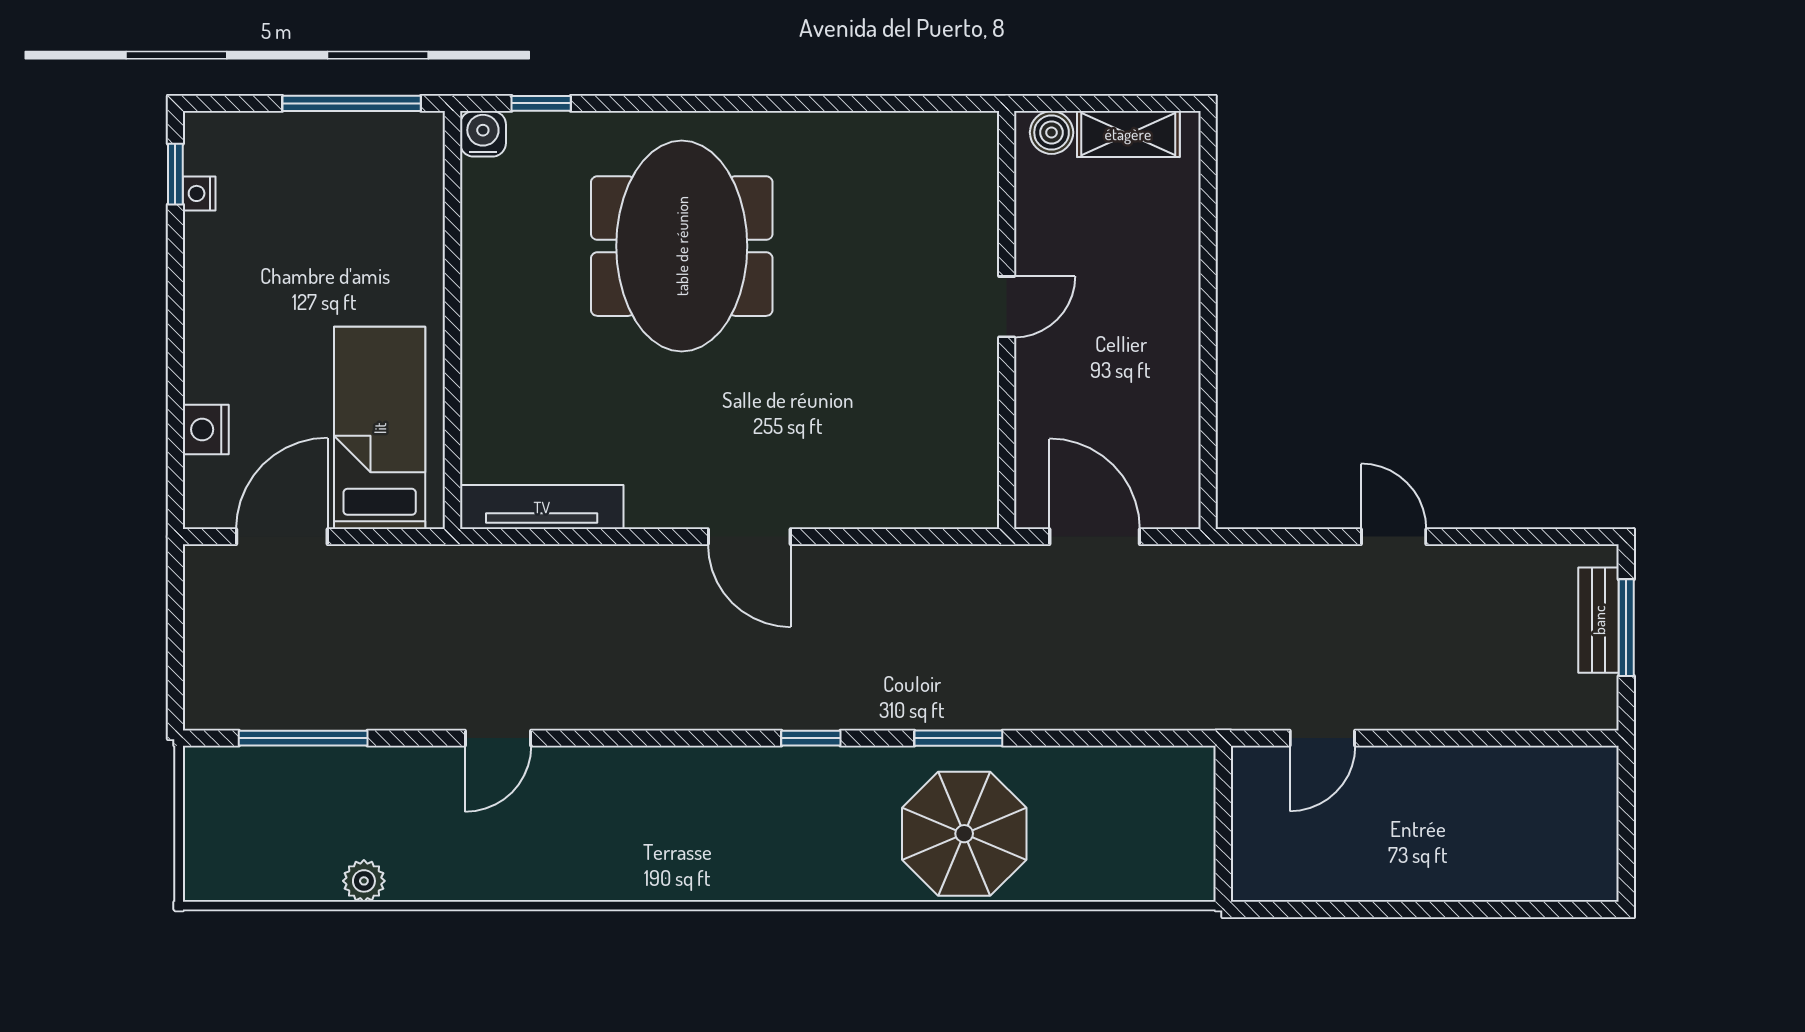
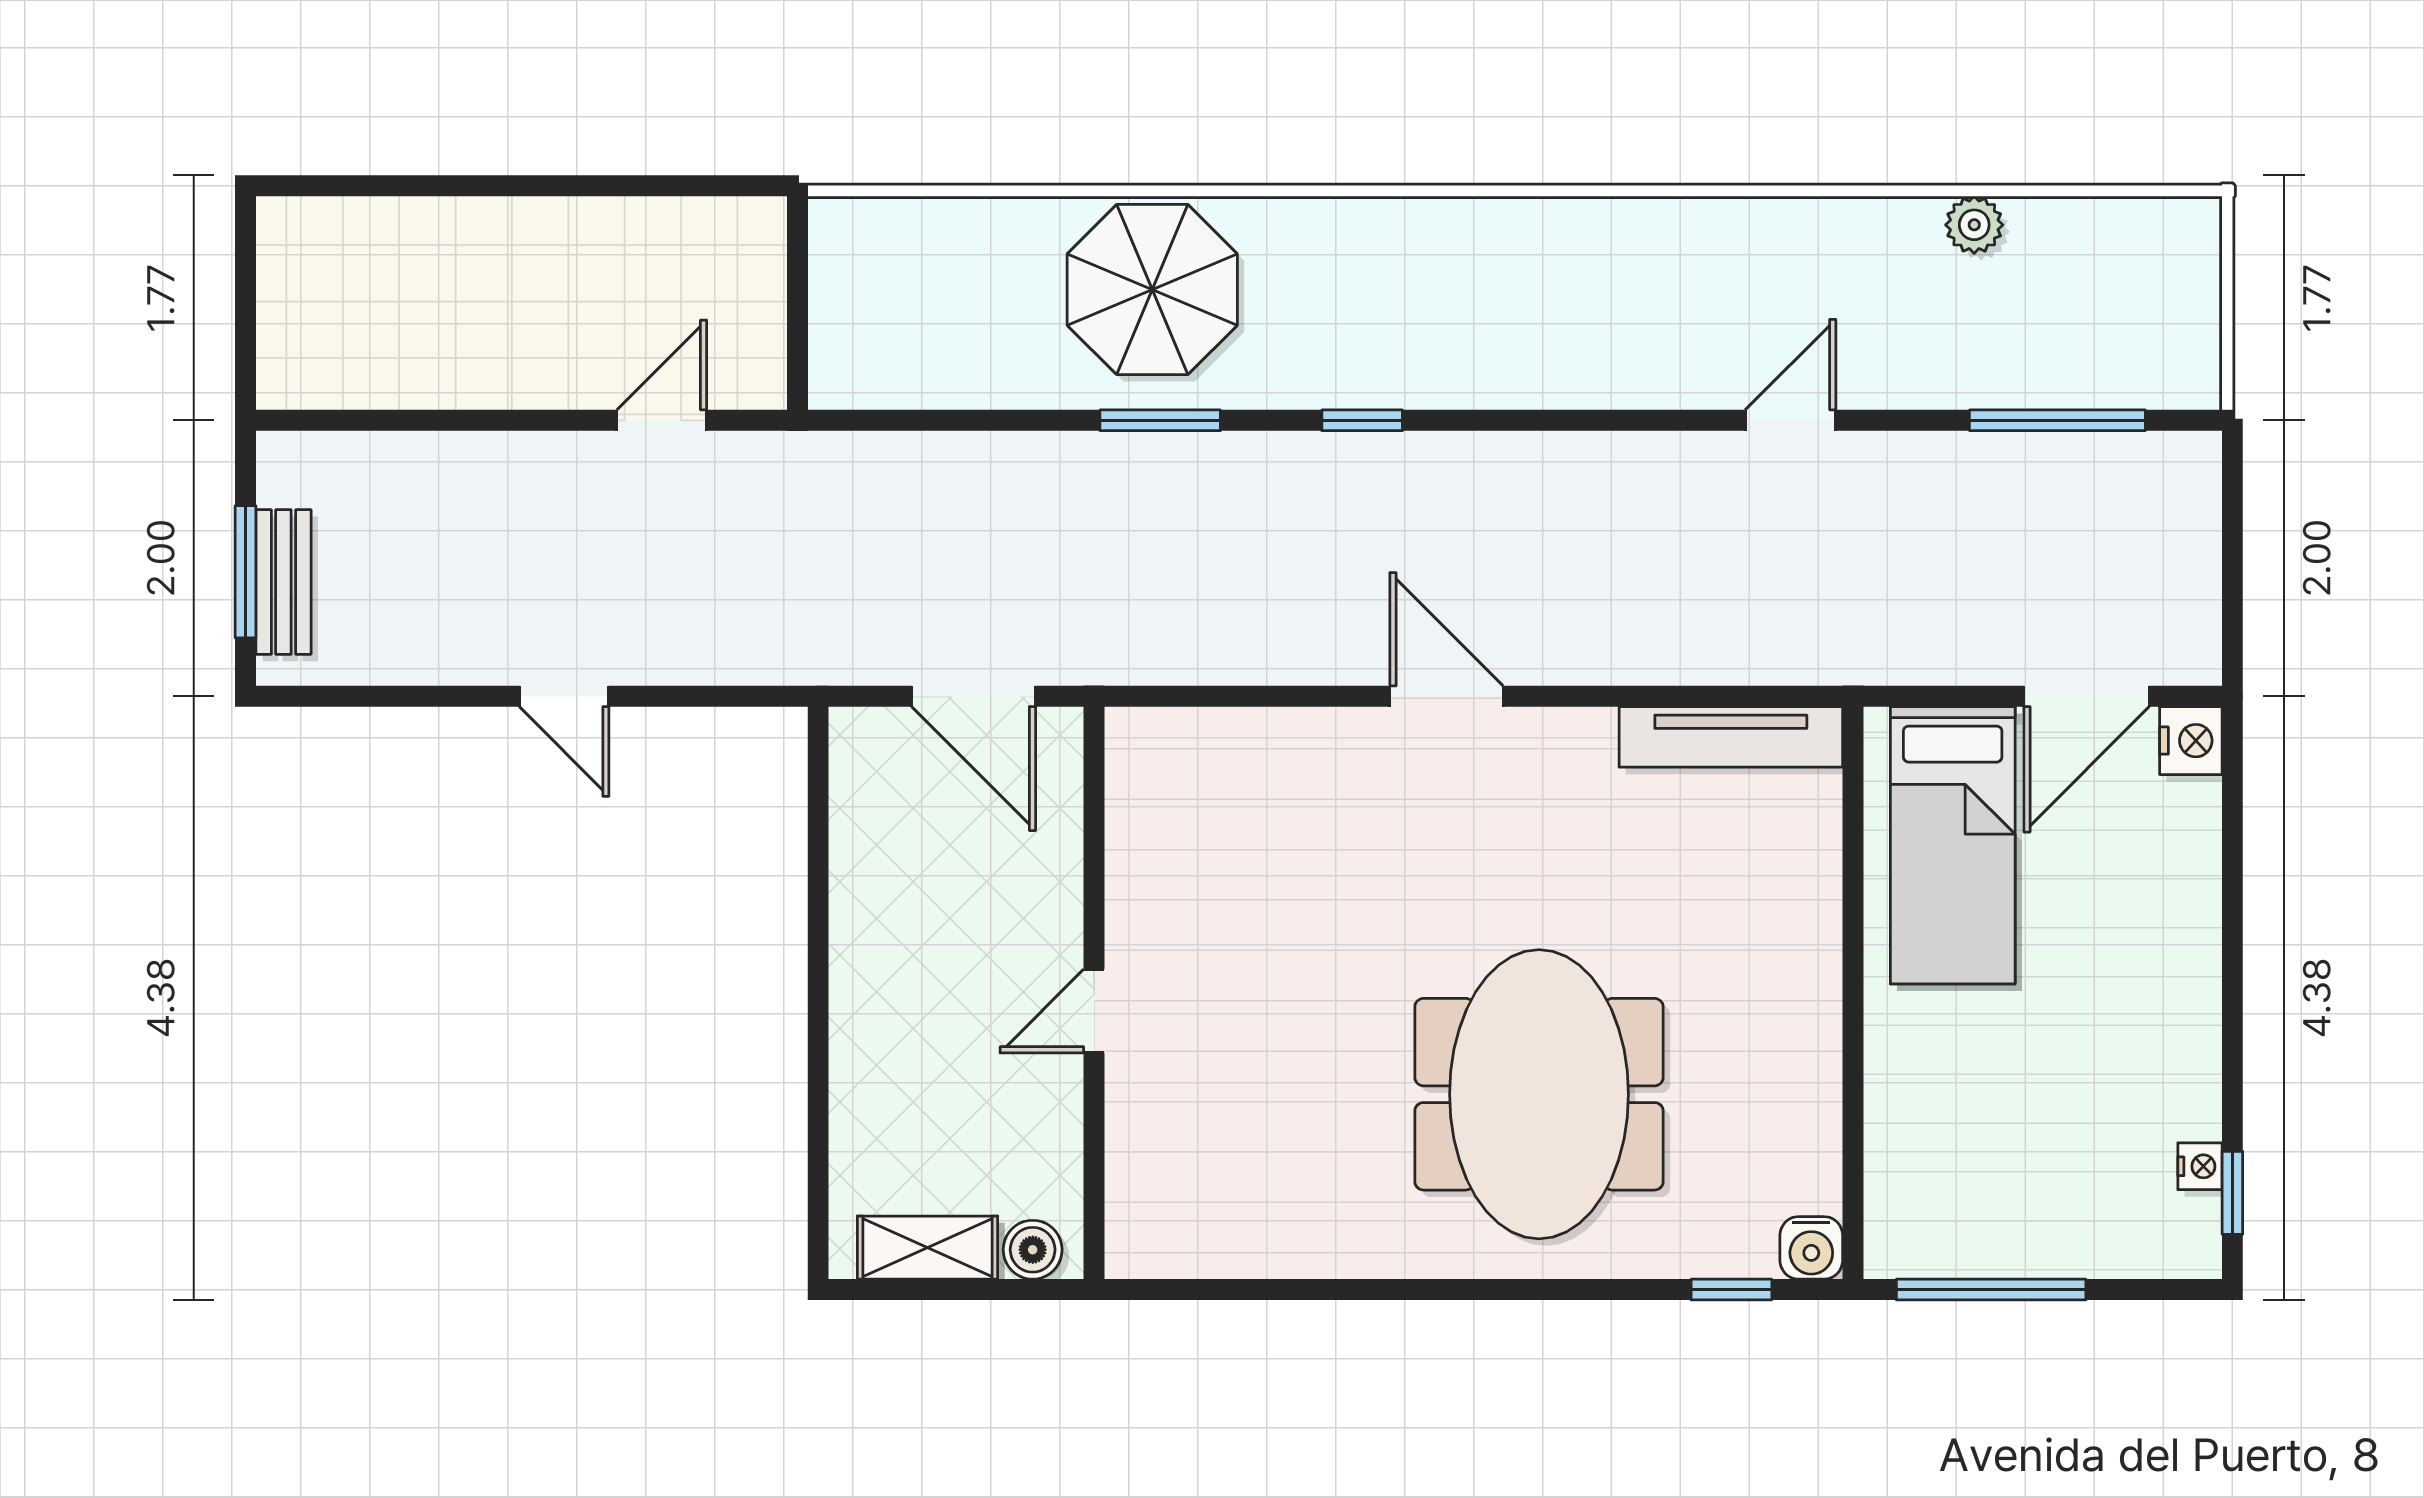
nightstand: (206, 430) -> (2191, 741), moved

